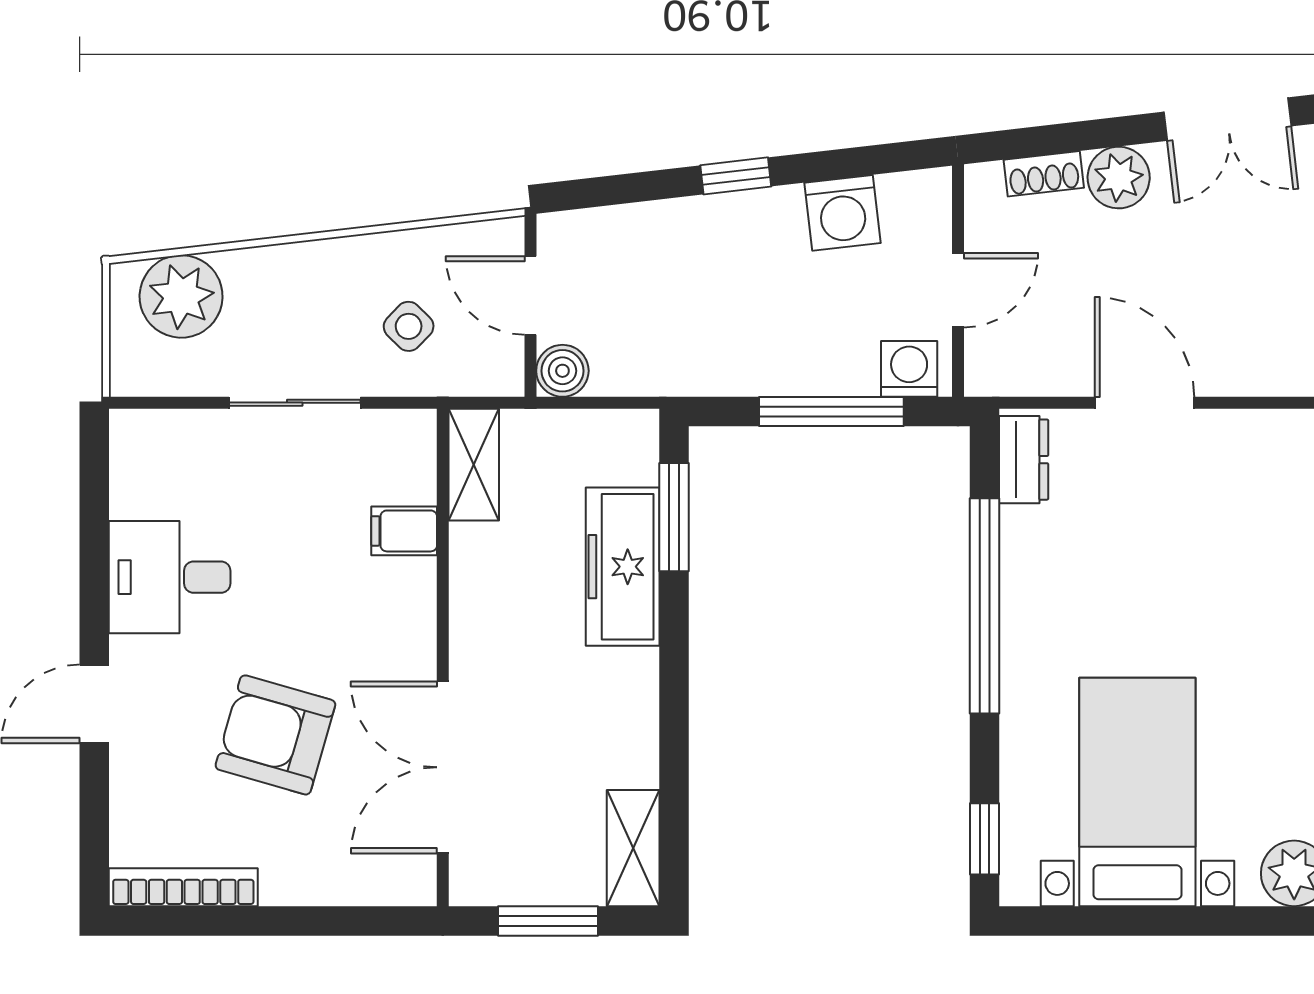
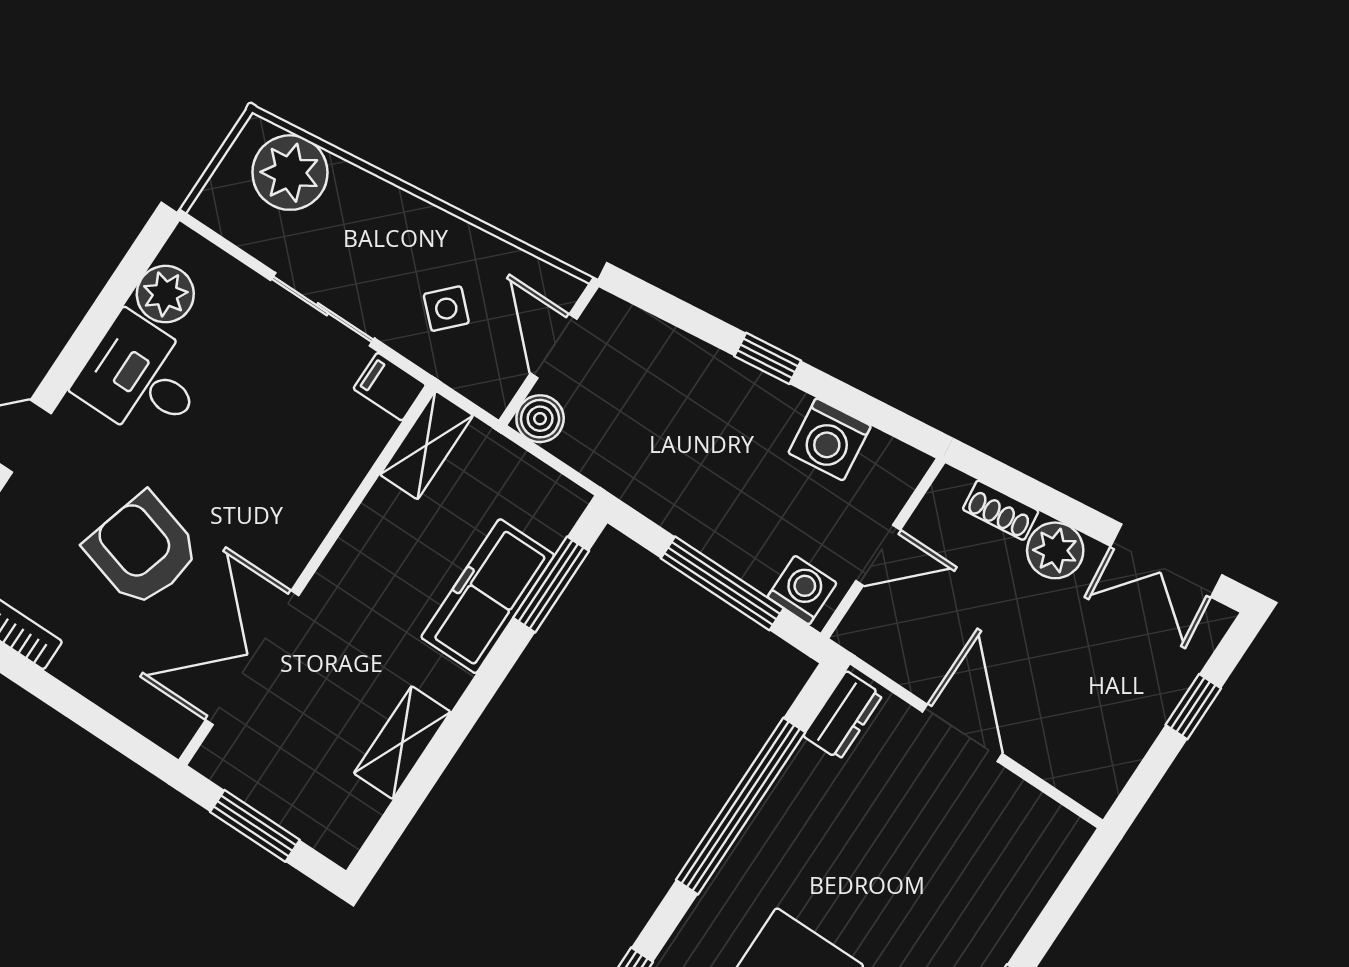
plant: (140, 485) -> (165, 294), added
filing cabinet: (404, 531) -> (390, 387), moved
shelving: (633, 848) -> (402, 743), moved

